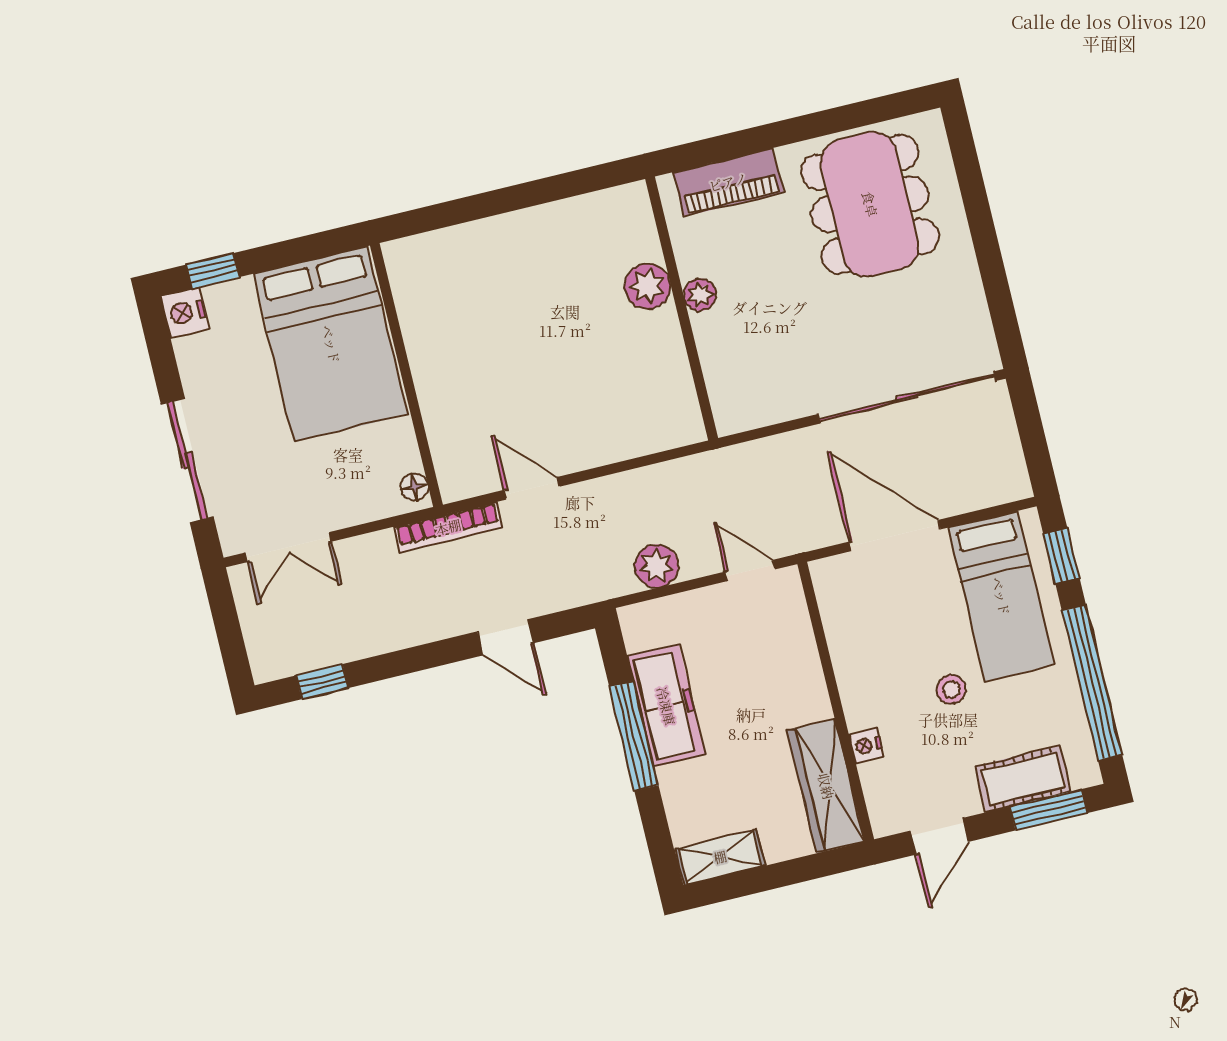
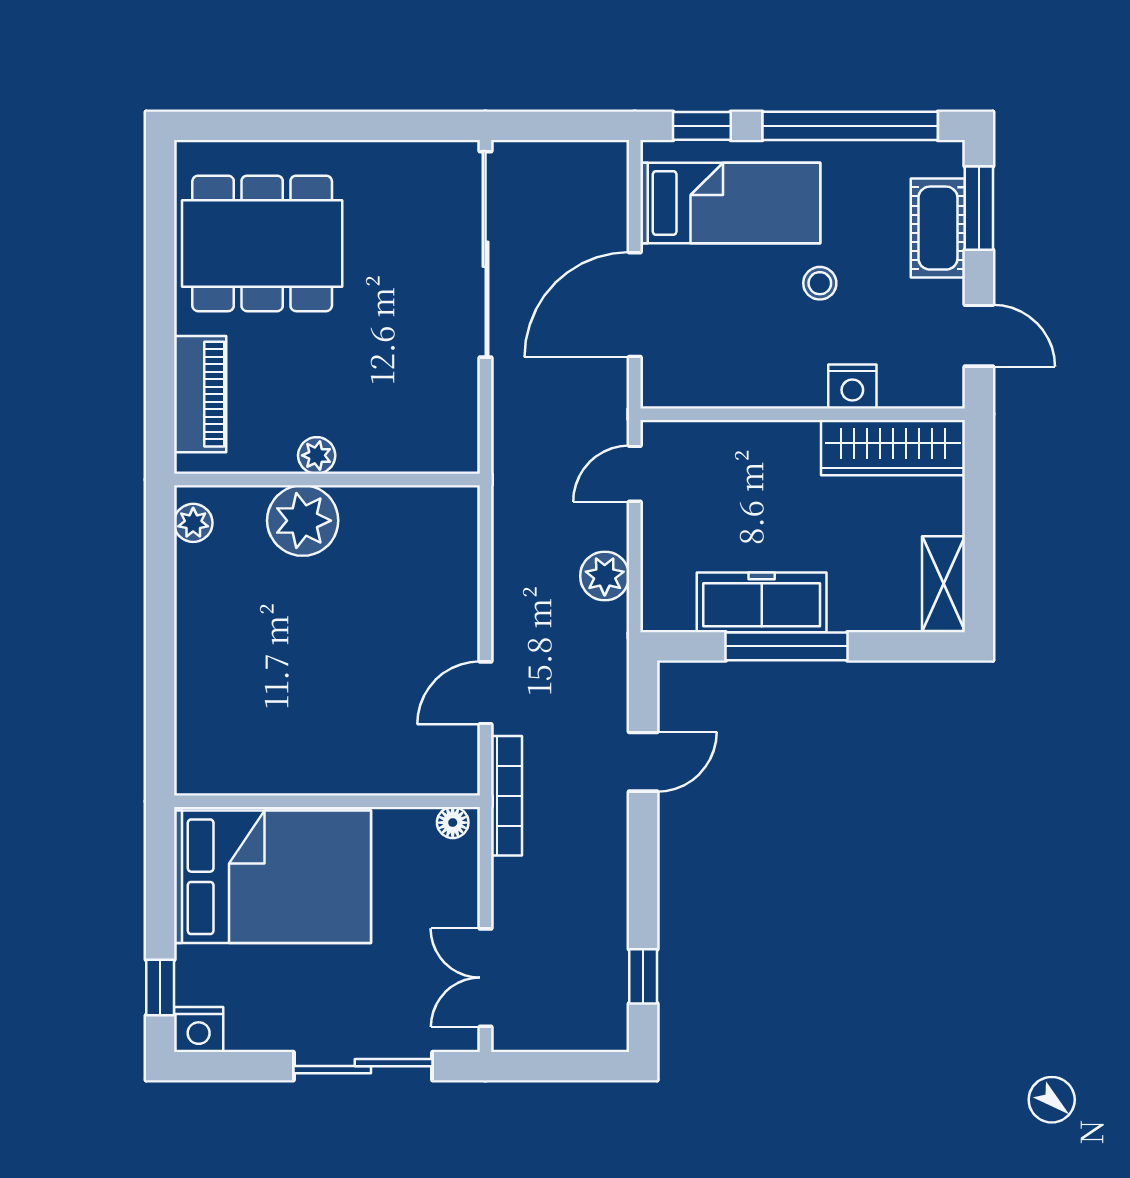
plant: (617, 203) -> (193, 523), added
plant: (648, 286) -> (303, 521), width x1.36, depth x1.36
double door: (288, 547) -> (486, 978), swing flipped
nightstand: (866, 745) -> (852, 386), width x1.39, depth x1.35

